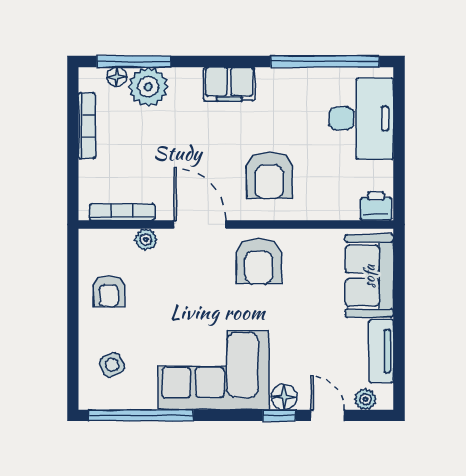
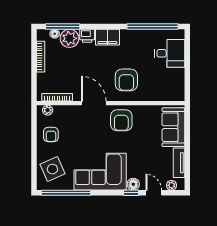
desk: (361, 119) -> (170, 53), width x0.73
printer: (376, 206) -> (87, 36), moved, turned 180
plant: (146, 240) -> (48, 110), moved
side table: (112, 365) -> (52, 169), width x1.87, depth x1.87

